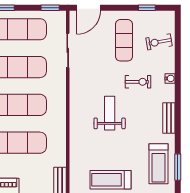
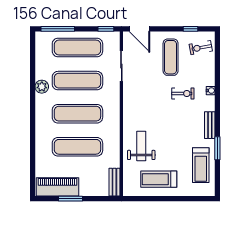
door: (89, 8) -> (139, 29), hinge flipped
exercise bike: (159, 42) -> (201, 48), moved
weight bench: (110, 113) -> (141, 146), moved
window: (178, 167) -> (217, 148), moved

